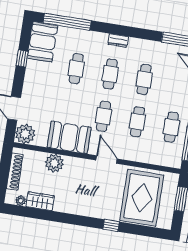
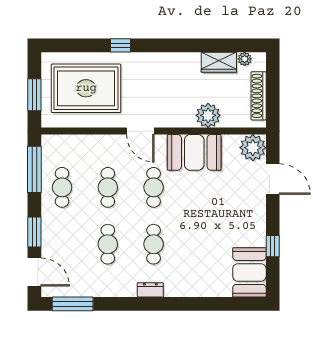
window: (67, 22) -> (221, 304), removed
cafe table: (76, 69) -> (199, 244), removed
rug: (142, 198) -> (86, 88), turned 90

